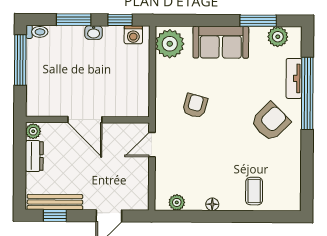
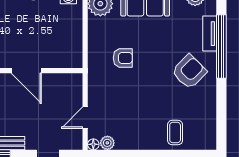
armchair: (195, 106) -> (123, 58), turned 75
door: (152, 145) -> (85, 118), moved
floor lamp: (212, 204) -> (93, 144), moved

